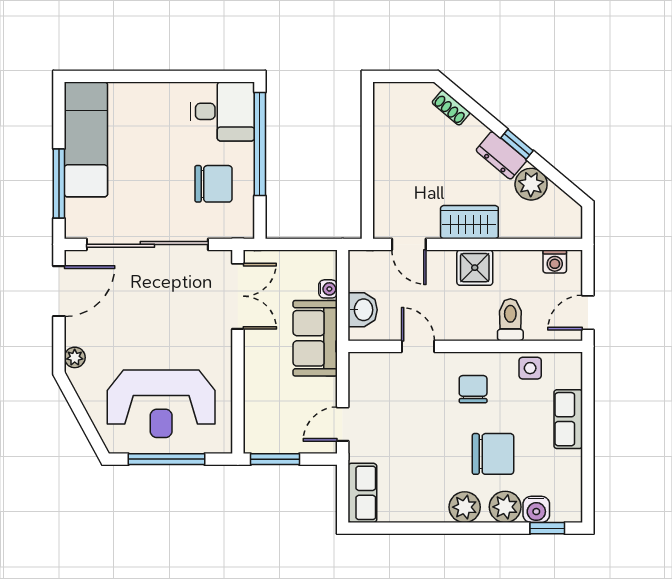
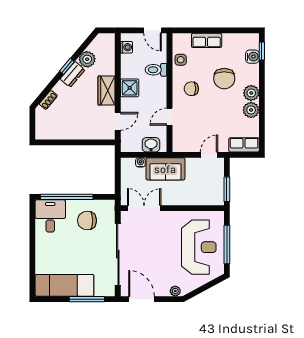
chair: (213, 184) -> (87, 221), turned -90
door: (343, 424) -> (209, 155), swing flipped
chair: (493, 454) -> (224, 79), turned 180
plant: (505, 507) -> (251, 110), moved

